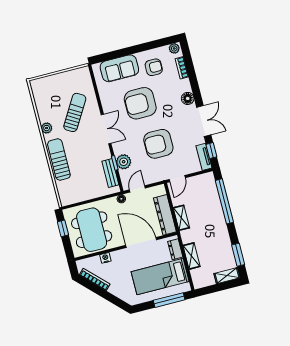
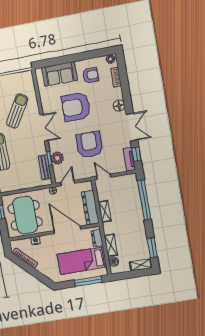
armchair: (158, 144) -> (89, 145), turned 90
door: (177, 179) -> (104, 177), swing flipped
boiler: (196, 275) -> (114, 262), added

